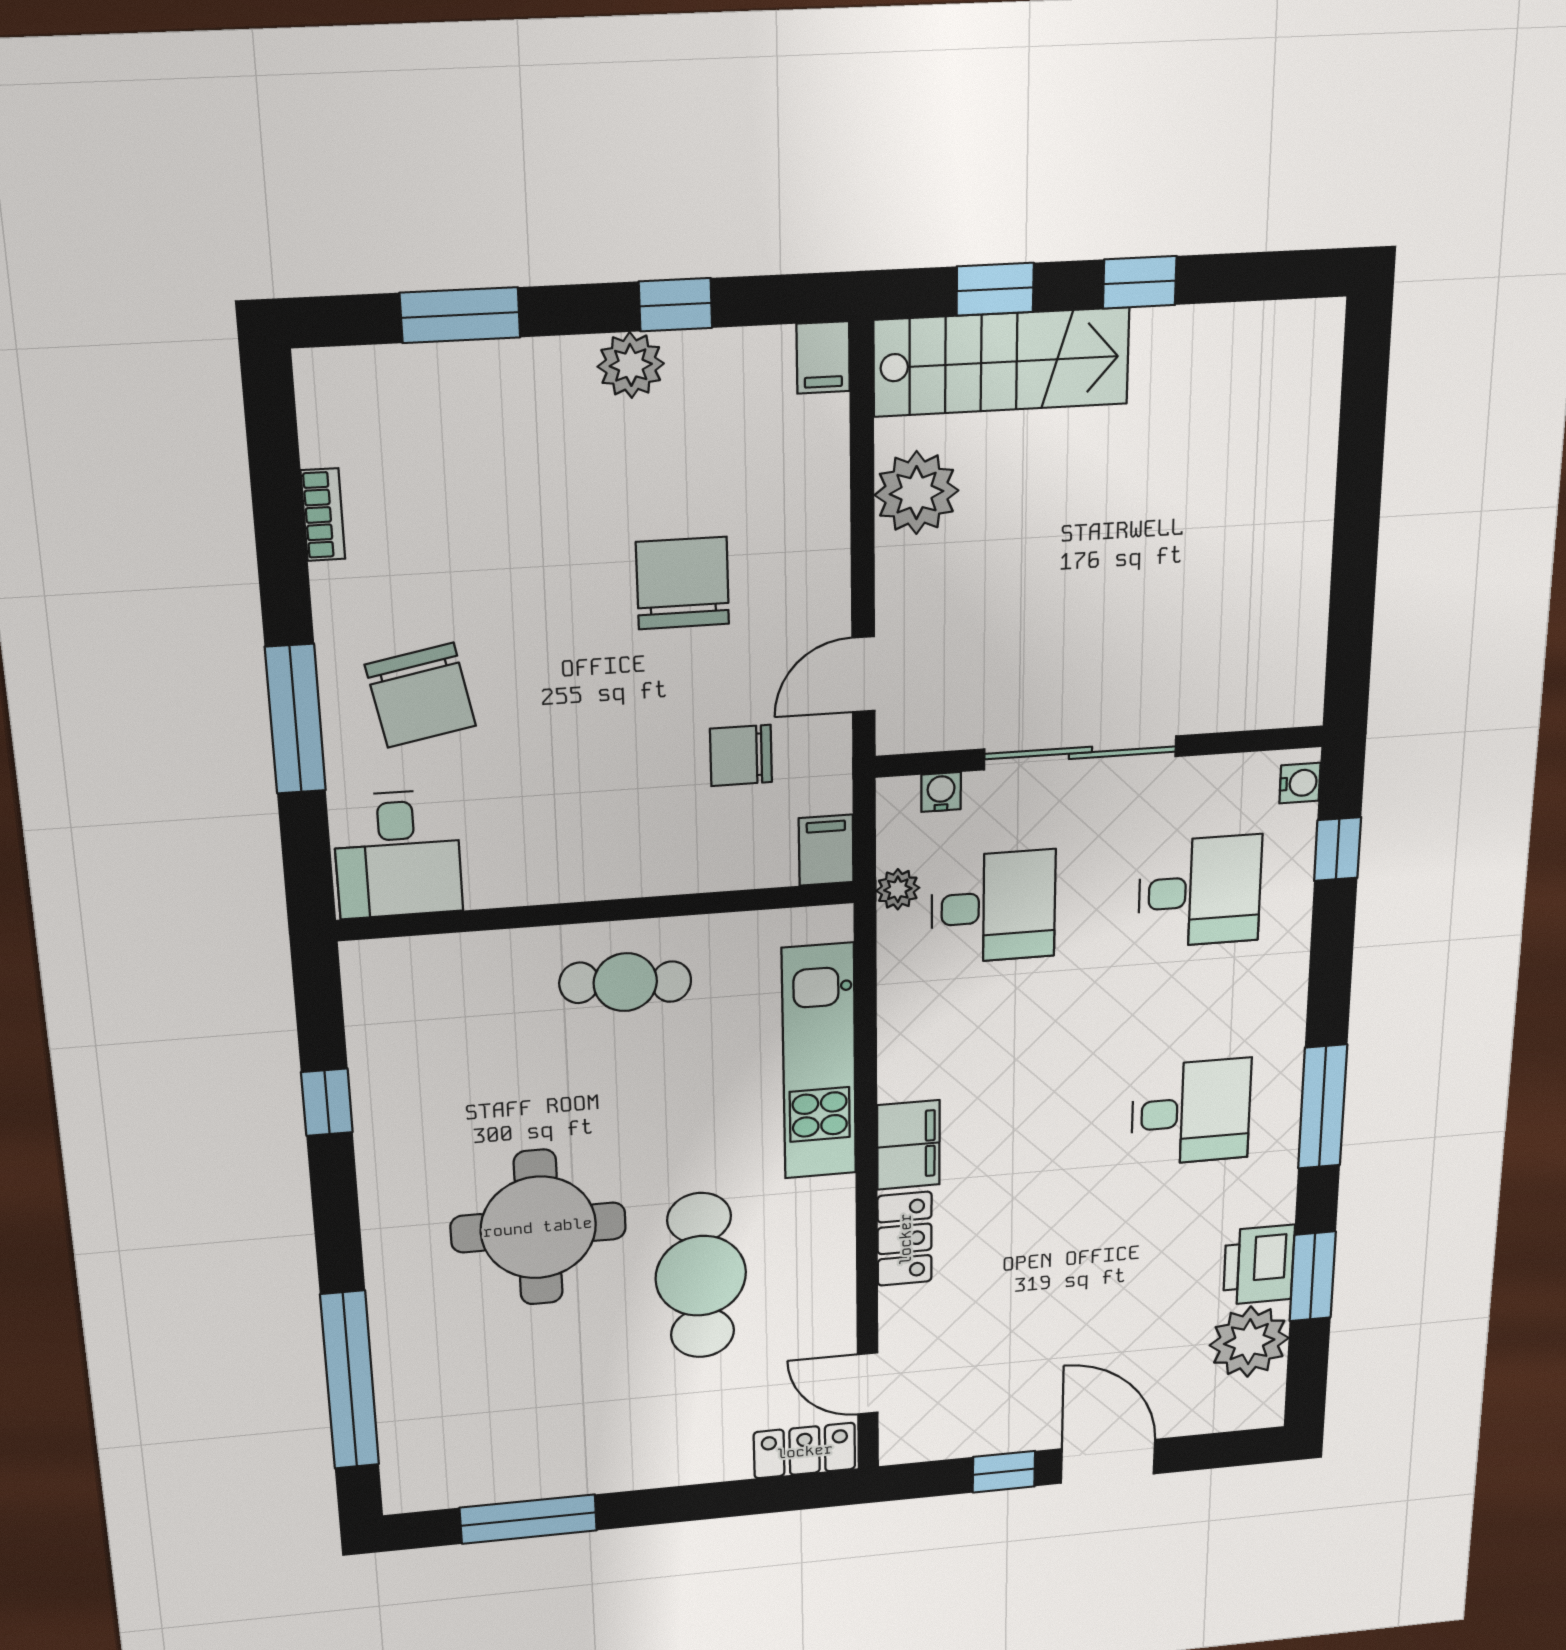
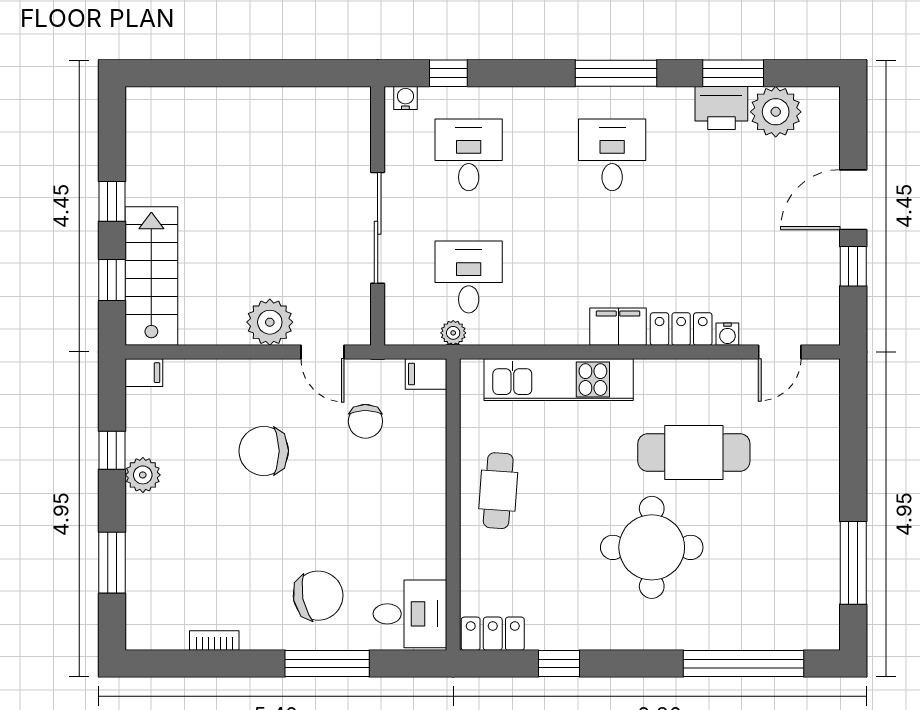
plant: (917, 493) -> (270, 322), moved
water cooler: (941, 792) -> (727, 334), moved, turned -90
locker: (805, 1451) -> (493, 634), moved, turned 90

